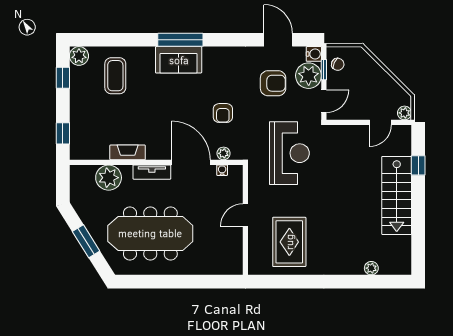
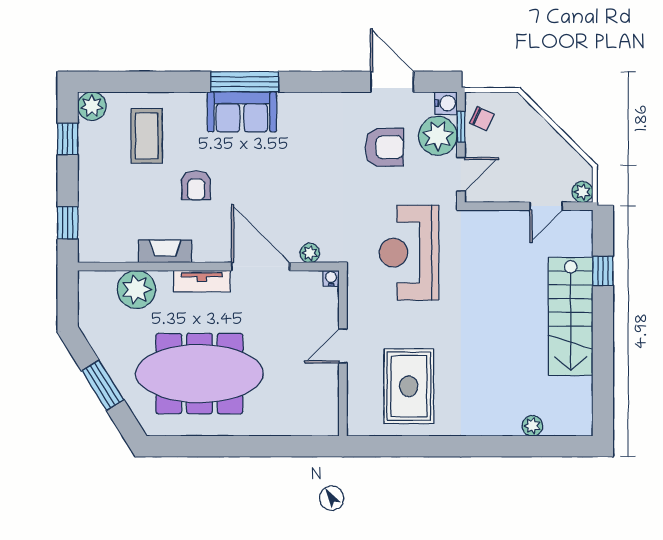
armchair: (223, 113) -> (196, 185), moved
reception desk: (289, 153) -> (409, 253), turned 180
water cooler: (222, 170) -> (331, 278), moved

